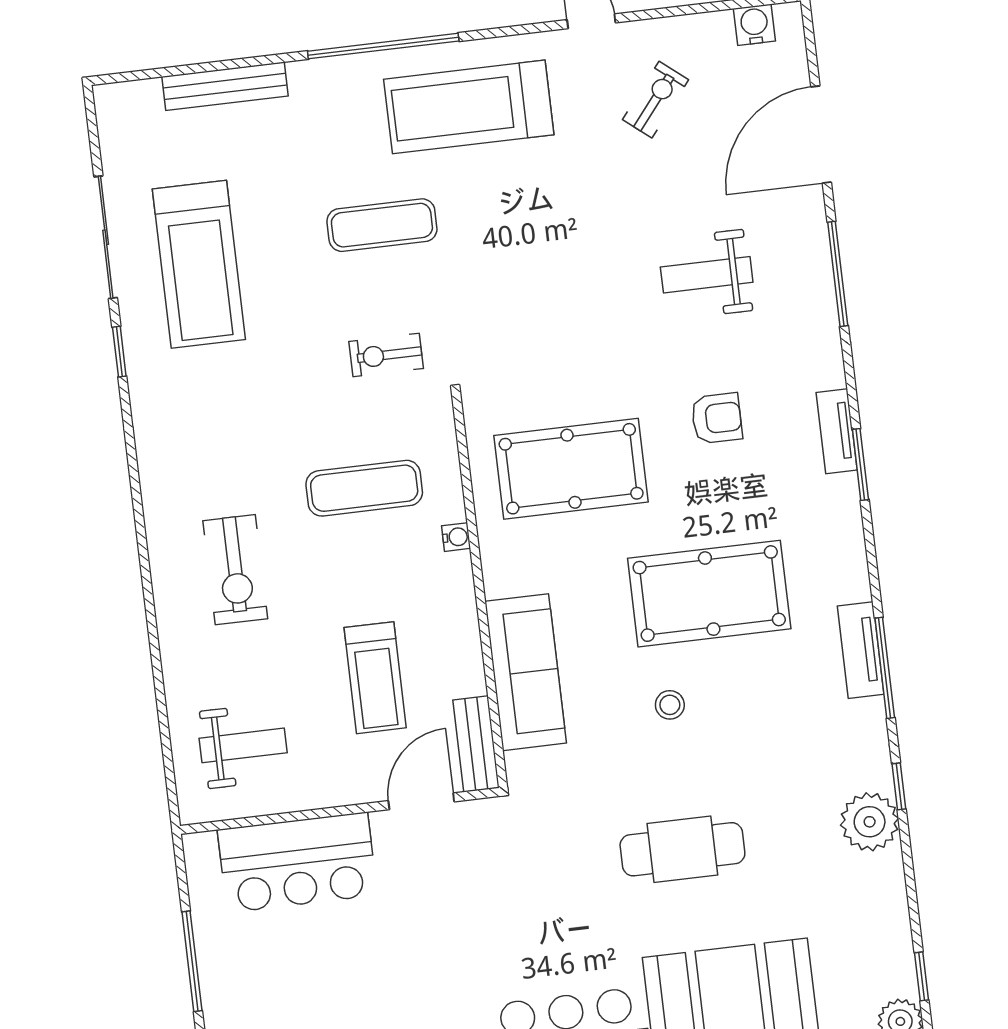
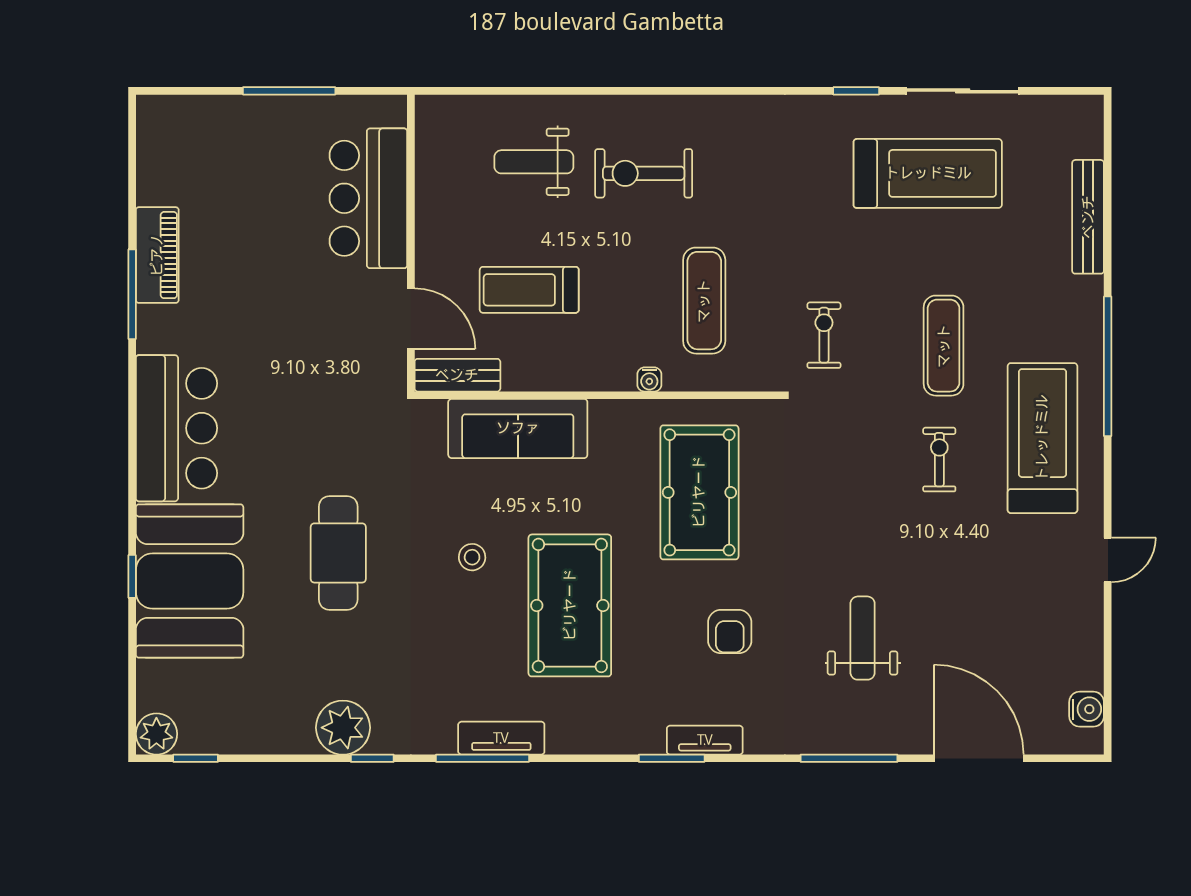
exercise bike: (656, 100) -> (939, 460), moved, turned -129
treadmill: (199, 264) -> (928, 173), turned 180
weight bench: (243, 745) -> (534, 162), moved, turned 90

